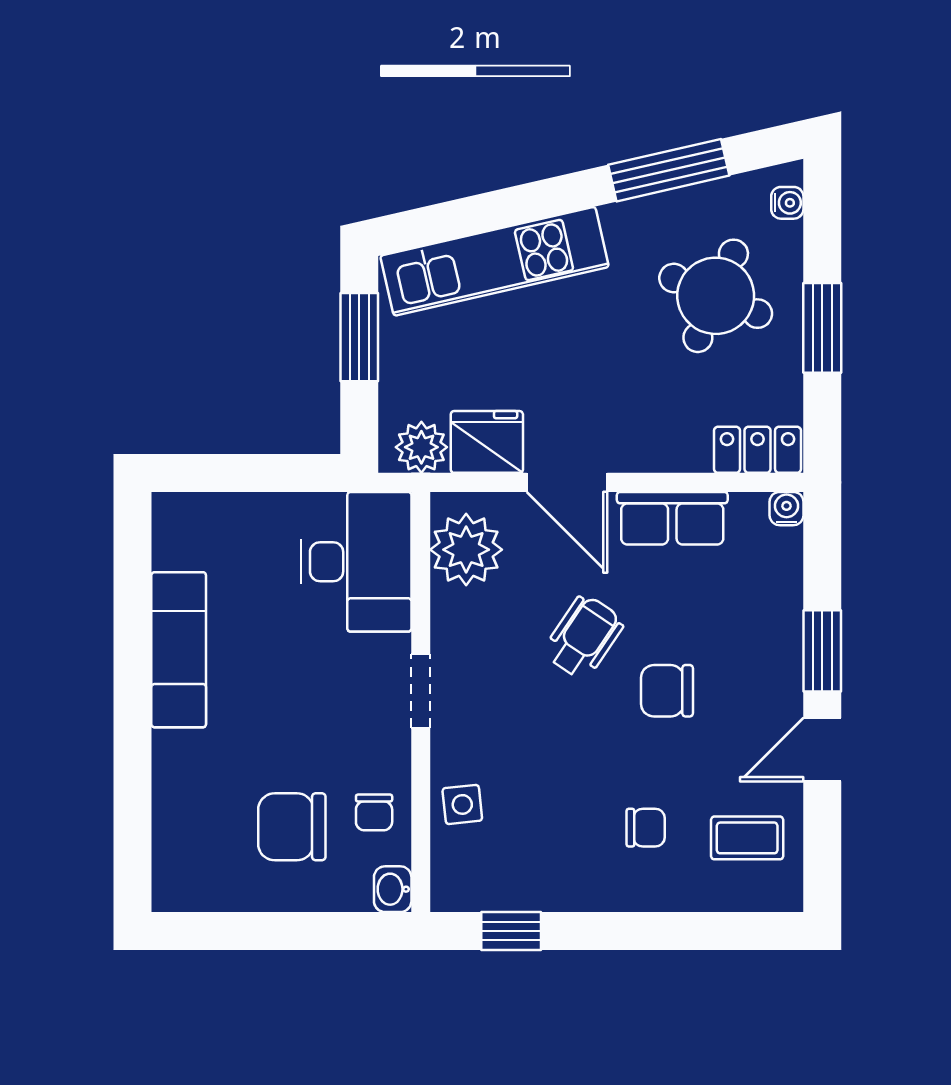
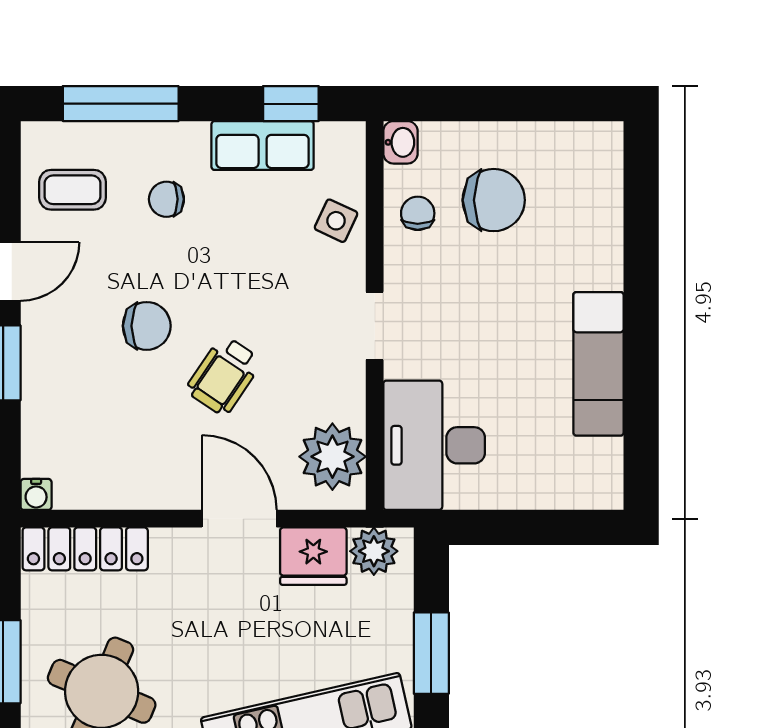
locker: (758, 450) -> (85, 549), width x1.53
row of seats: (672, 518) -> (263, 146), moved, turned 180
side table: (462, 804) -> (336, 221), turned 31
window: (695, 931) -> (121, 104), added

